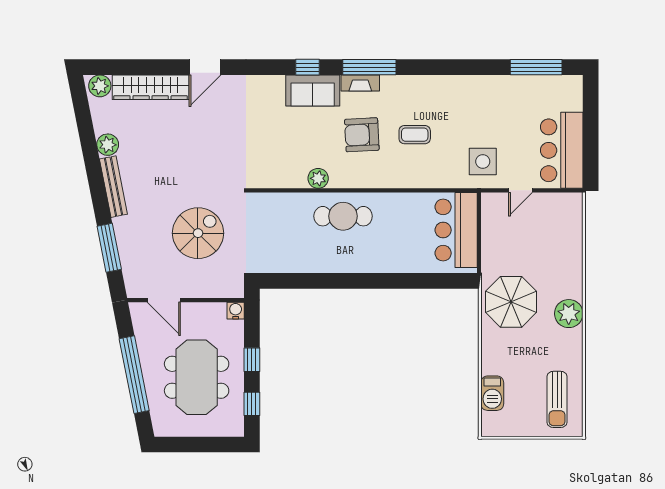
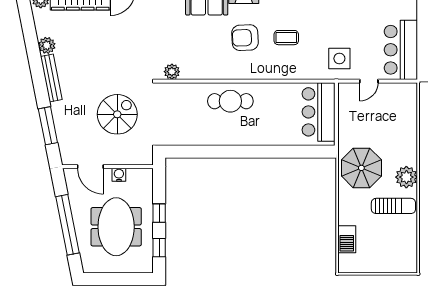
plant: (318, 178) -> (172, 72), moved
water cooler: (236, 311) -> (119, 175), moved
sun lounger: (557, 399) -> (393, 206), moved, turned -90

